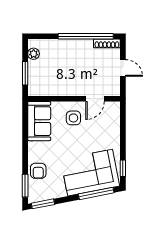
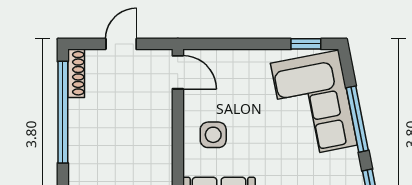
door: (95, 99) -> (178, 72), moved
window: (96, 193) -> (357, 119), moved

